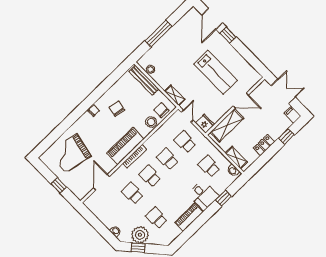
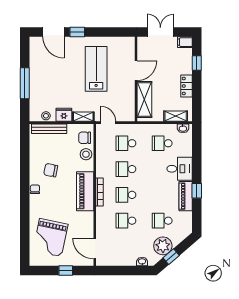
lab bench: (216, 72) -> (96, 69), turned -90
fridge: (205, 124) -> (64, 115), moved
door: (102, 182) -> (95, 248), moved
window: (224, 198) -> (197, 191), moved

